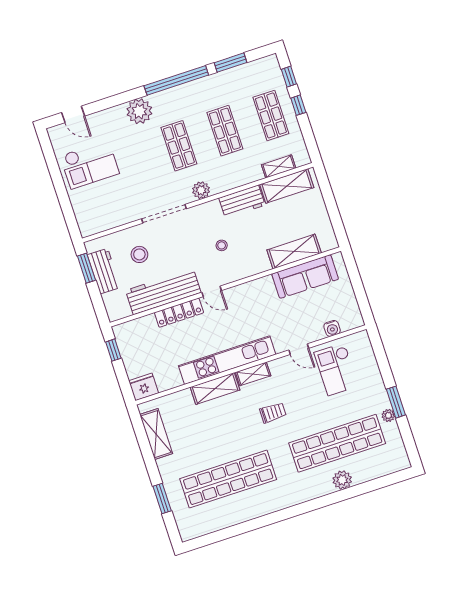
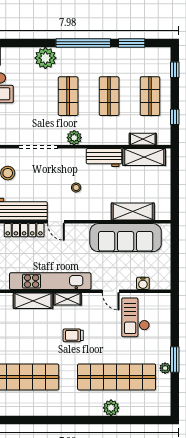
window: (298, 105) -> (175, 117), moved
sofa: (305, 277) -> (126, 238), width x1.36, depth x1.27
trolley: (273, 413) -> (73, 335), turned 180

